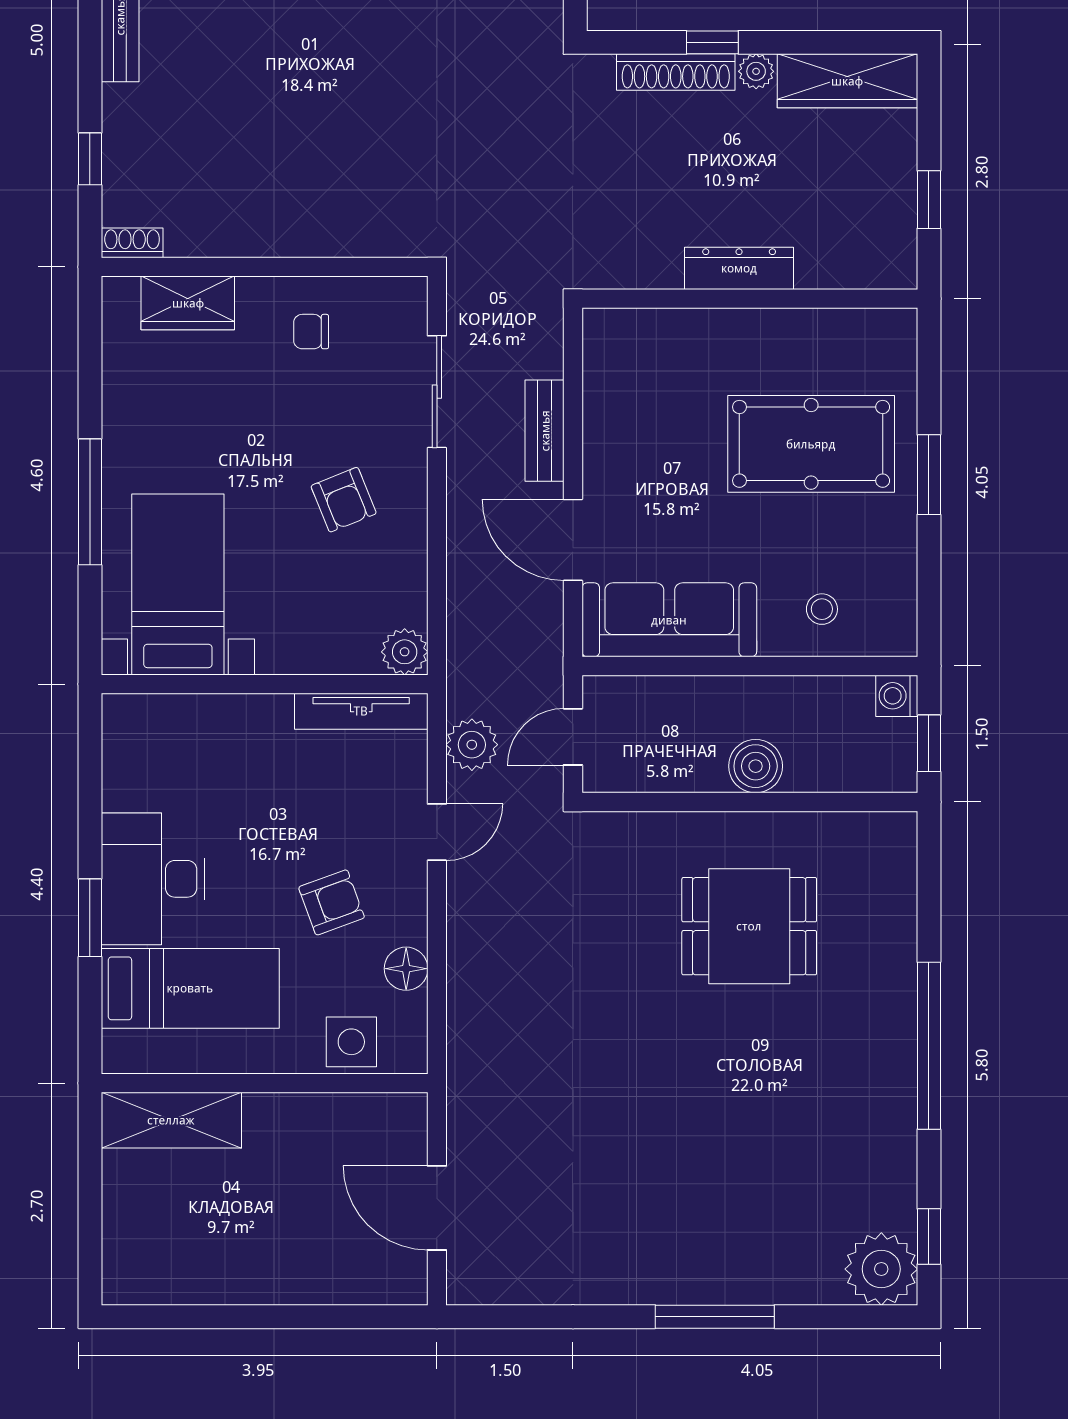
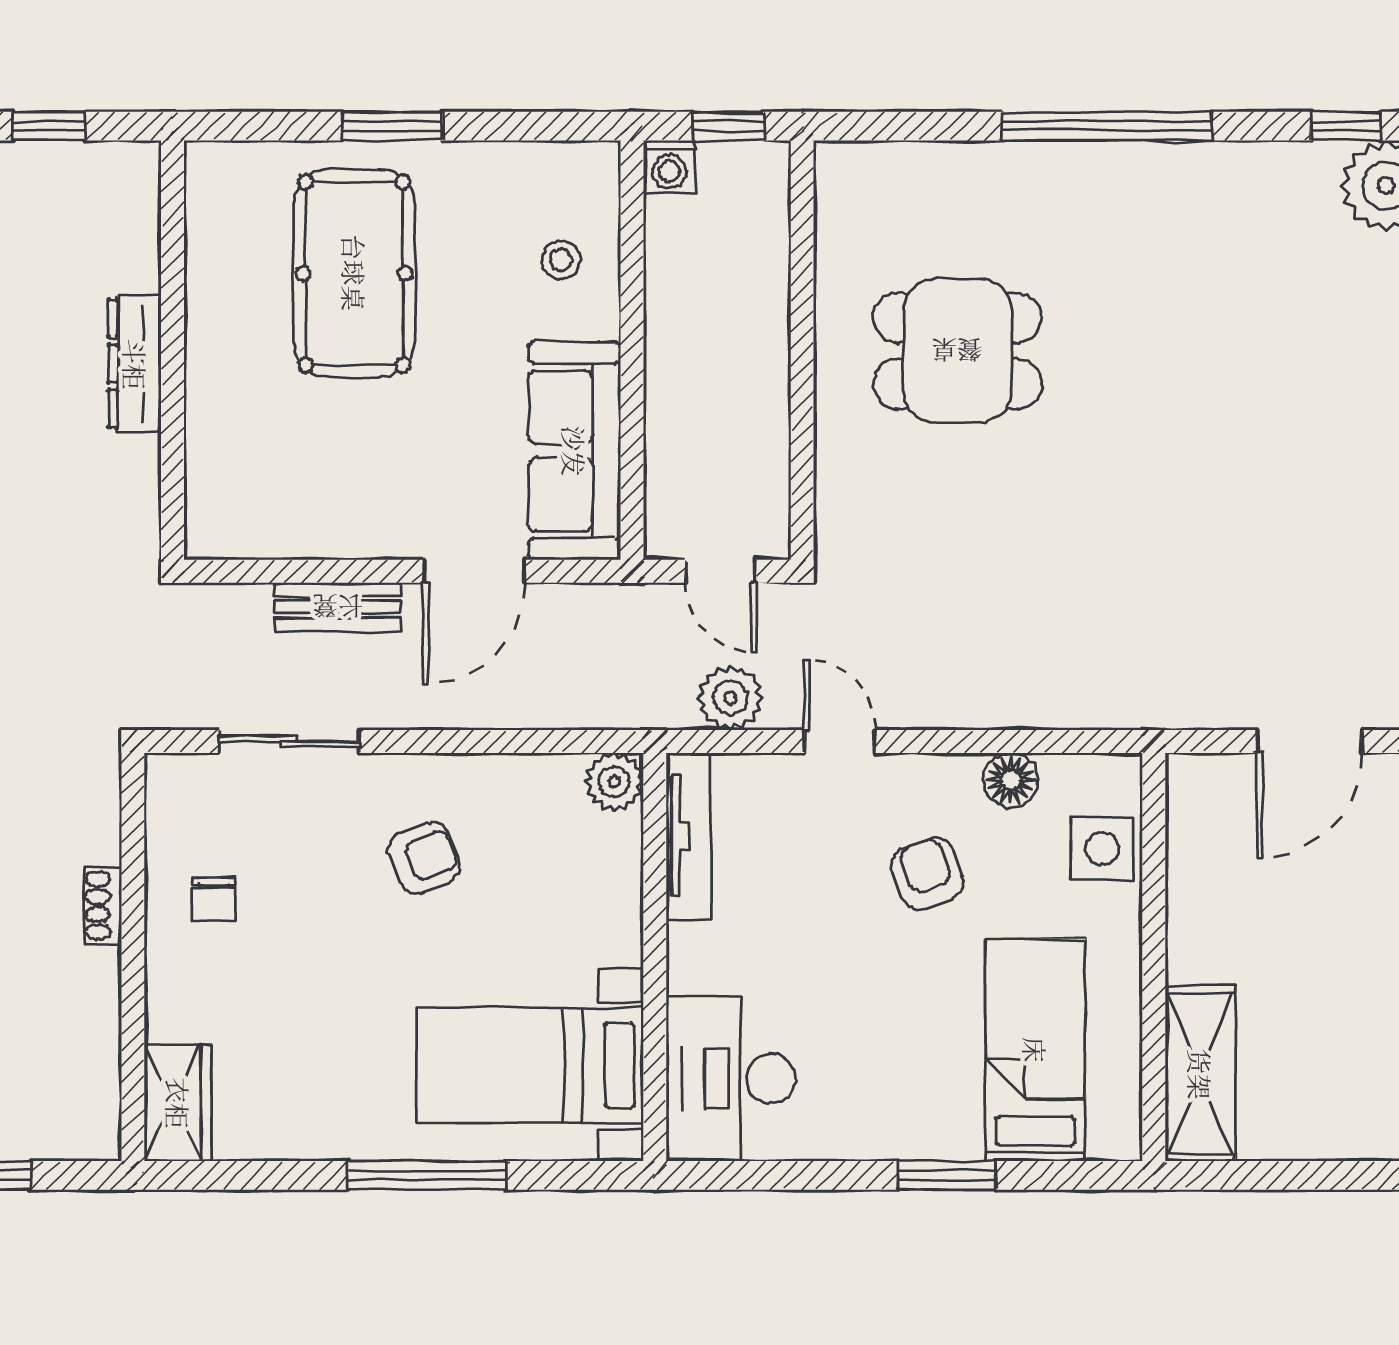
shoe rack: (132, 243) -> (103, 905), moved
wardrobe: (188, 303) -> (178, 1103), moved
boiler: (756, 766) -> (757, 343), removed
desk: (153, 879) -> (731, 1079), moved, turned 90
dining table: (749, 926) -> (957, 351), turned 90

